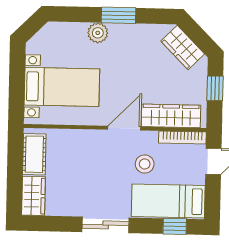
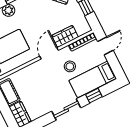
wardrobe: (171, 116) -> (65, 36), width x0.67
window: (175, 226) -> (94, 96), moved

